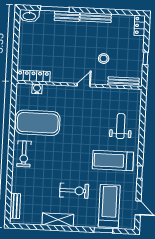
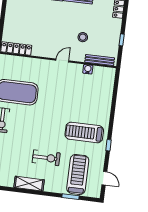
water cooler: (37, 89) -> (88, 69), moved
weight bench: (121, 126) -> (94, 101), removed

